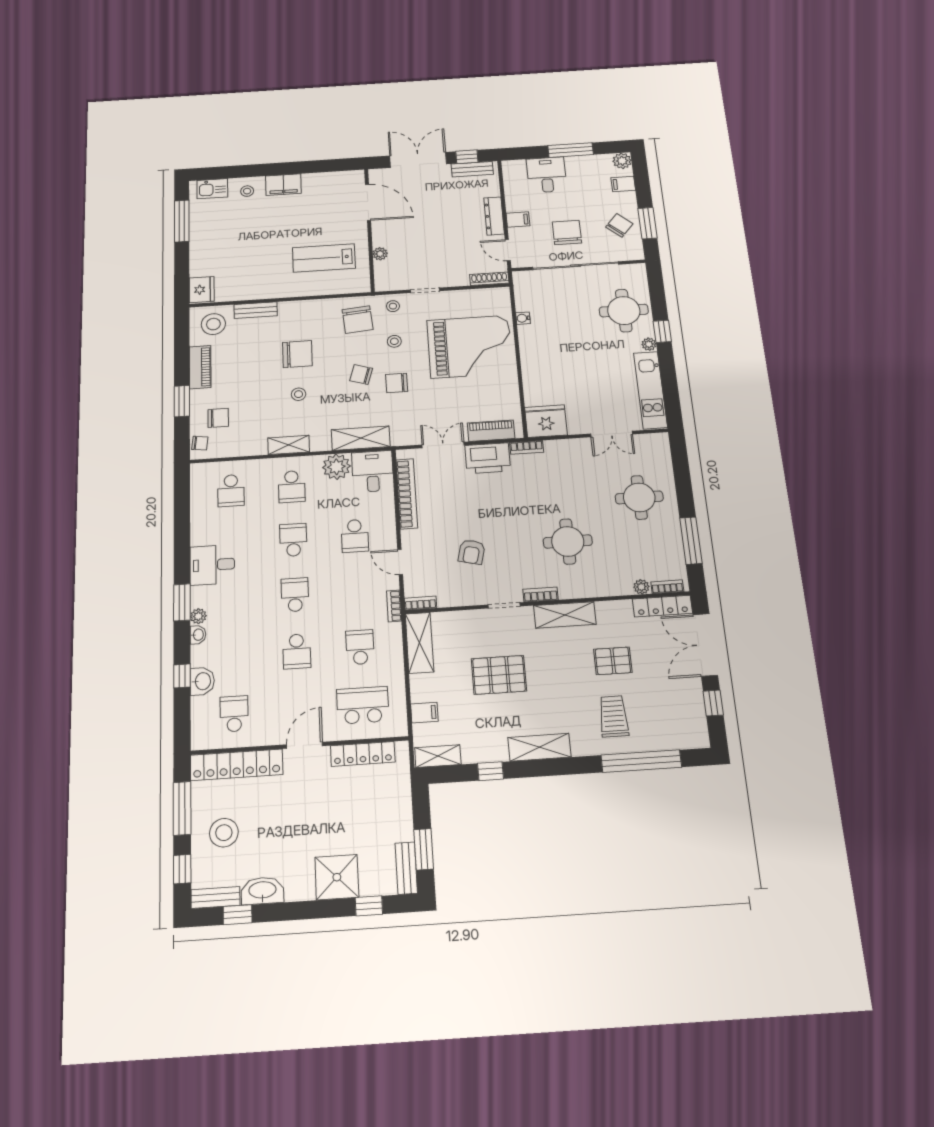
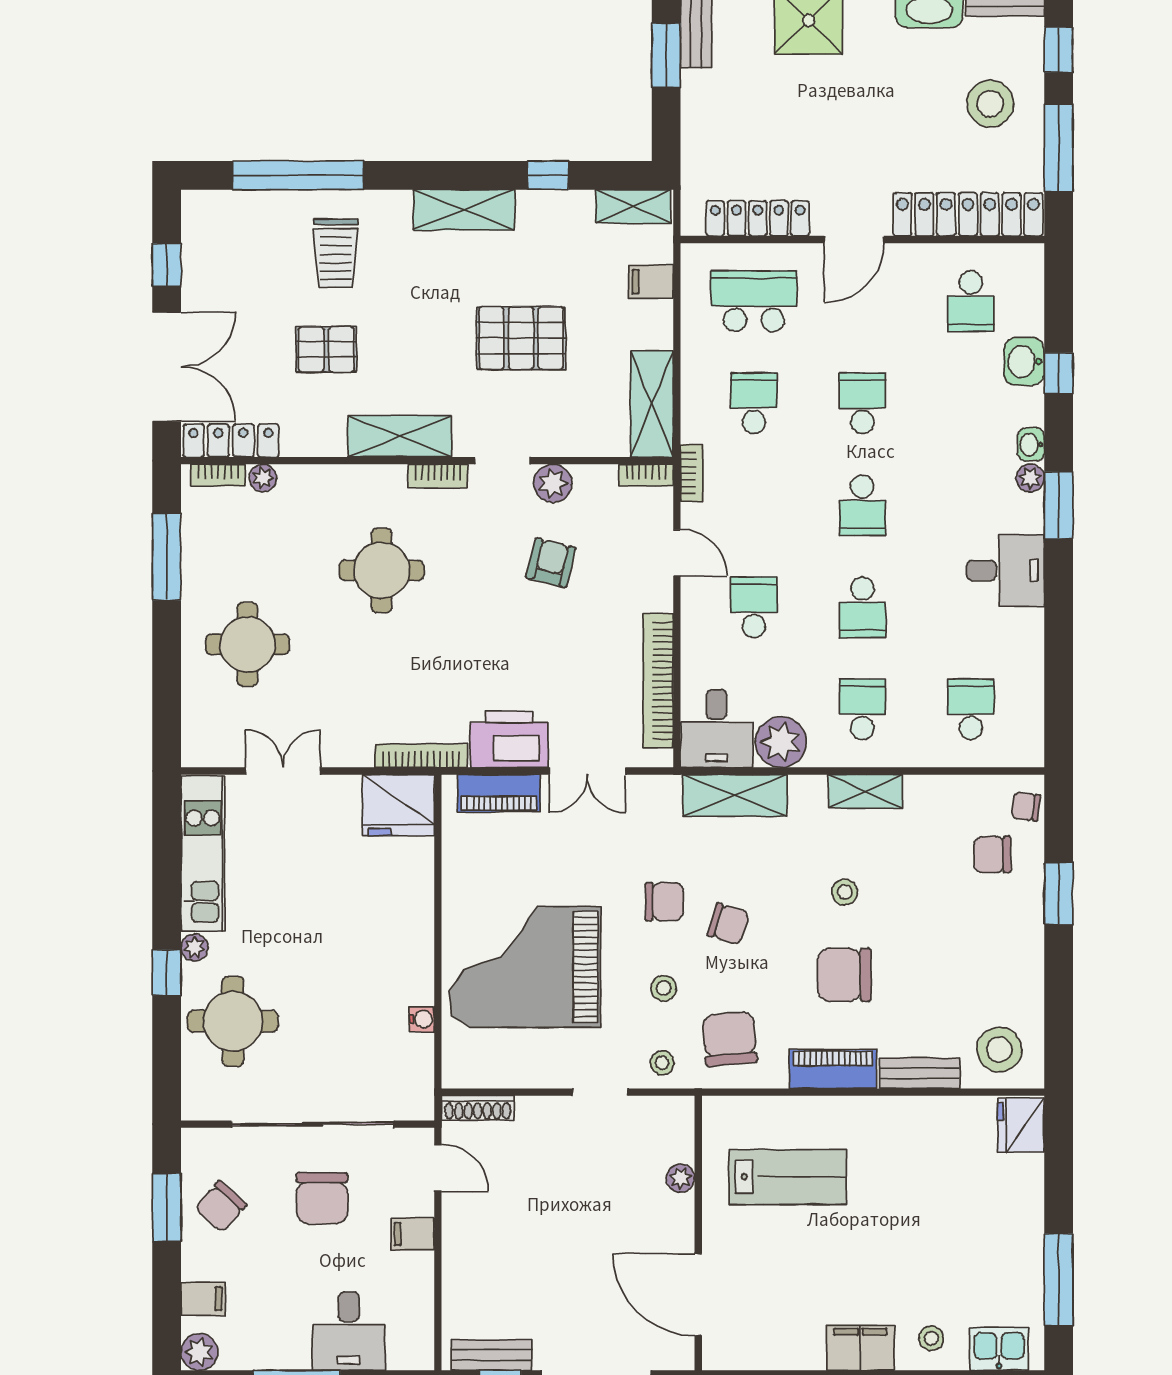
dresser: (494, 216) -> (458, 1245), removed
piano: (200, 367) -> (833, 1069), moved, turned 90
bookcase: (527, 447) -> (421, 756), width x1.56
plant: (474, 595) -> (553, 483), added
school desk: (360, 647) -> (754, 403), turned 180
school desk: (363, 705) -> (754, 301), turned 180

